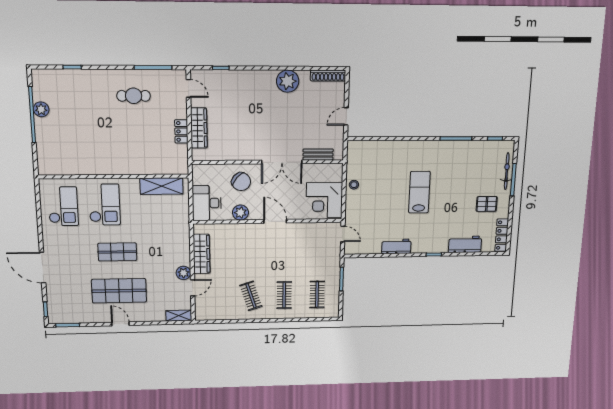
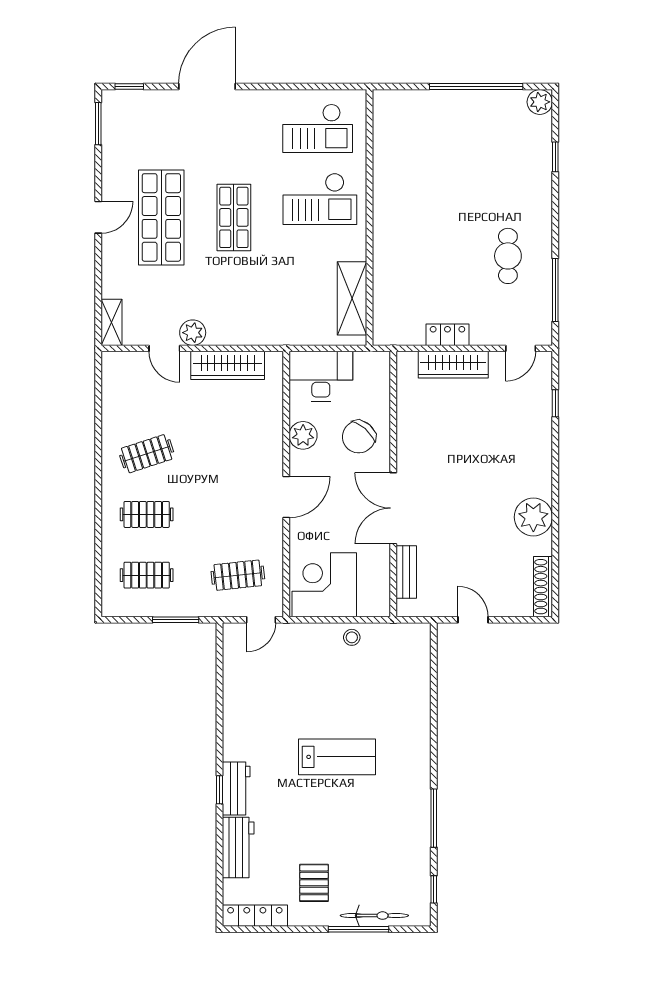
plant: (41, 109) -> (540, 102), moved
workbench: (396, 246) -> (236, 788), moved
clothes rail: (318, 247) -> (238, 575), added

